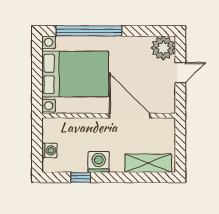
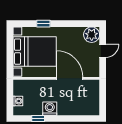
window: (89, 31) -> (43, 24), width x0.32
shelving: (148, 163) -> (82, 109), removed

